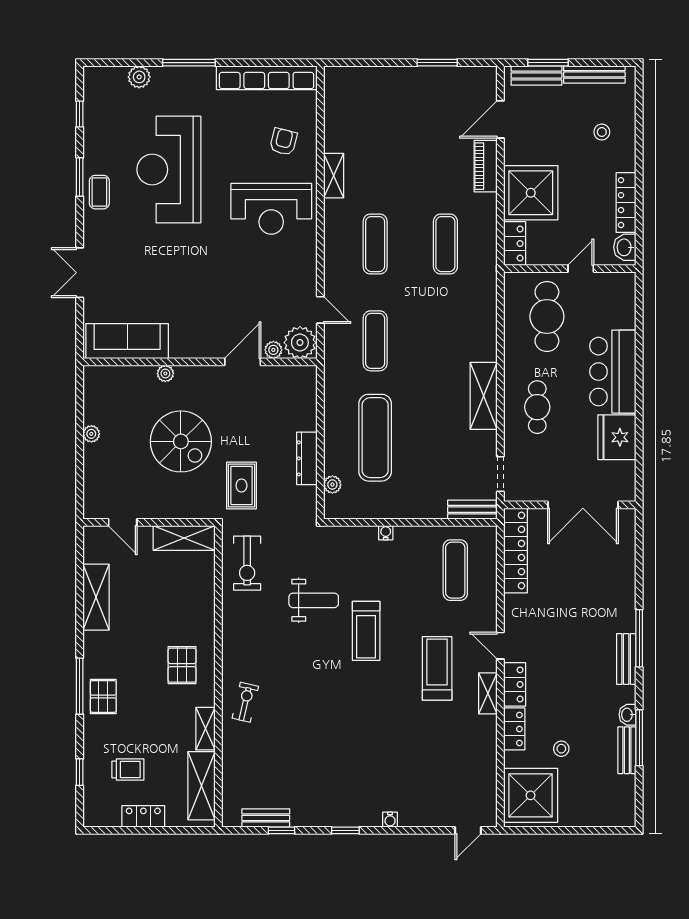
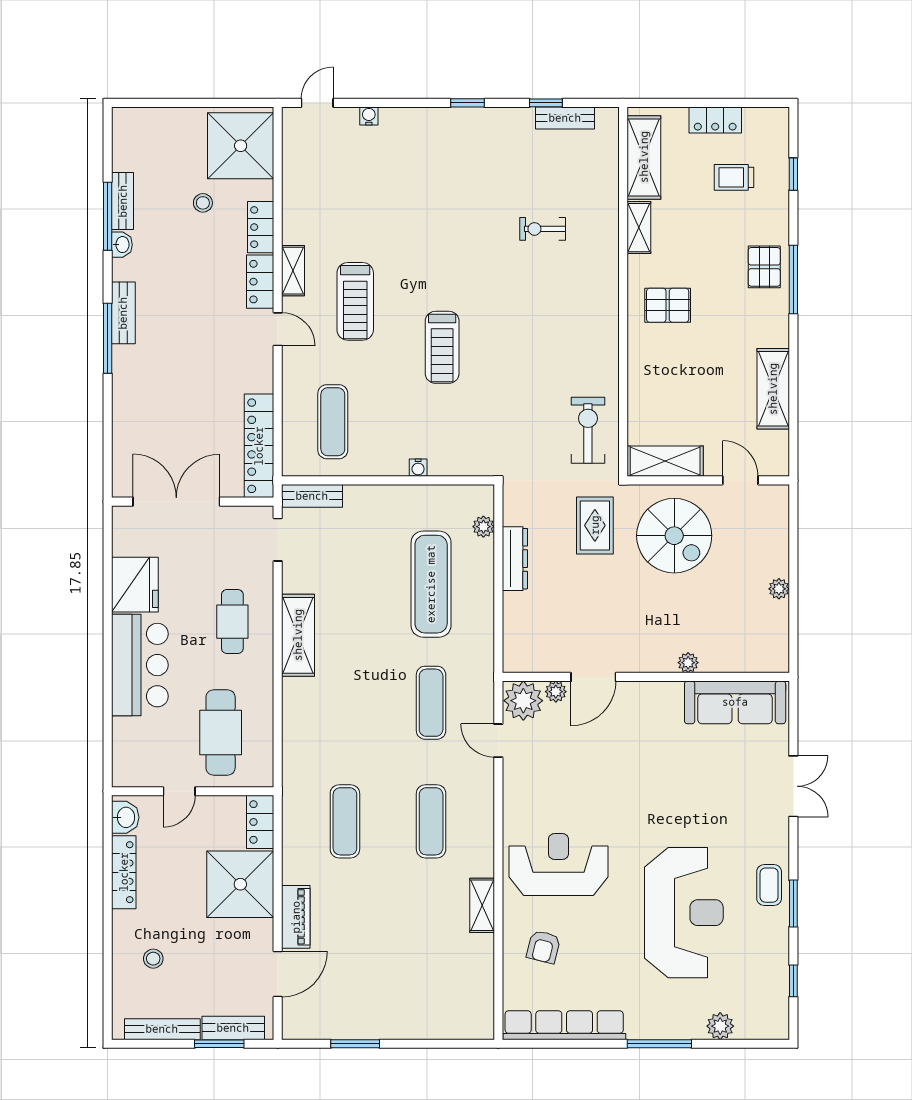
spiral stairs: (181, 441) -> (674, 536), moved, turned 180
weight bench: (314, 600) -> (506, 385), removed
treadmill: (366, 631) -> (442, 347), turned 180
pallet: (182, 665) -> (668, 305), turned 90
exercise bike: (245, 702) -> (543, 229), moved, turned 77
water cooler: (390, 820) -> (369, 116), moved

